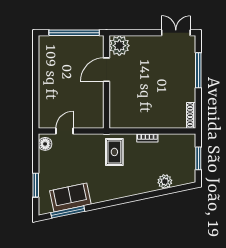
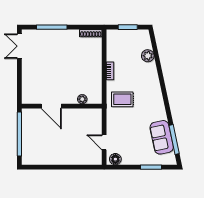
plant: (119, 46) -> (82, 99), moved, width x0.53, depth x0.53

